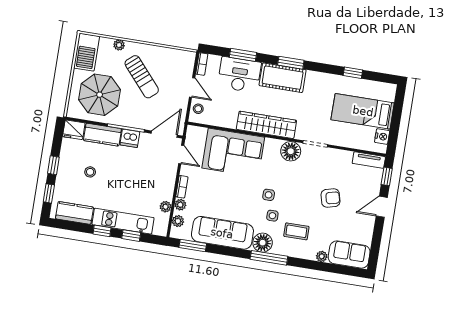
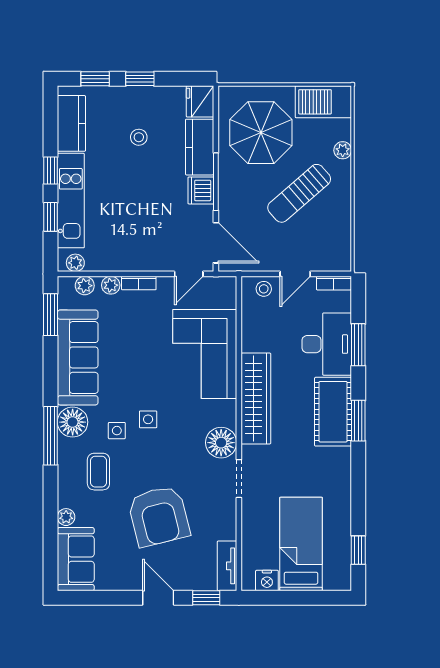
window: (353, 73) -> (358, 550), moved
armchair: (331, 198) -> (159, 516), width x1.88, depth x1.88
plant: (166, 207) -> (75, 263), moved

